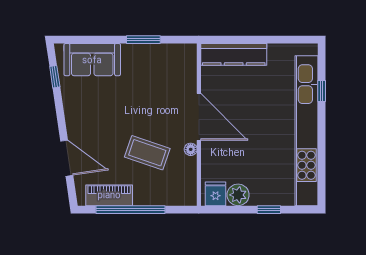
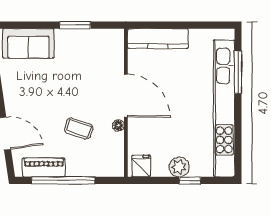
window: (322, 91) -> (238, 72), width x2.17
coffee table: (147, 153) -> (79, 129), width x0.73, depth x0.77
plant: (238, 195) -> (179, 167), moved

